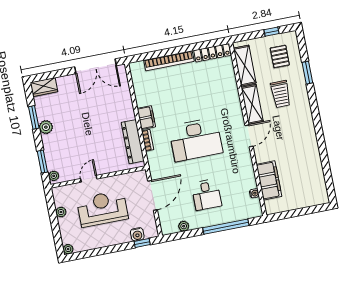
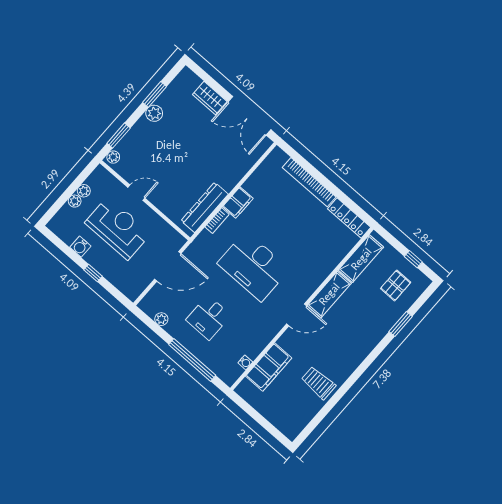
wardrobe: (44, 87) -> (210, 98), moved
trolley: (281, 94) -> (318, 383), moved, turned 90
water cooler: (137, 234) -> (80, 247), moved
window: (142, 243) -> (93, 273), moved
plant: (68, 249) -> (75, 201), moved

